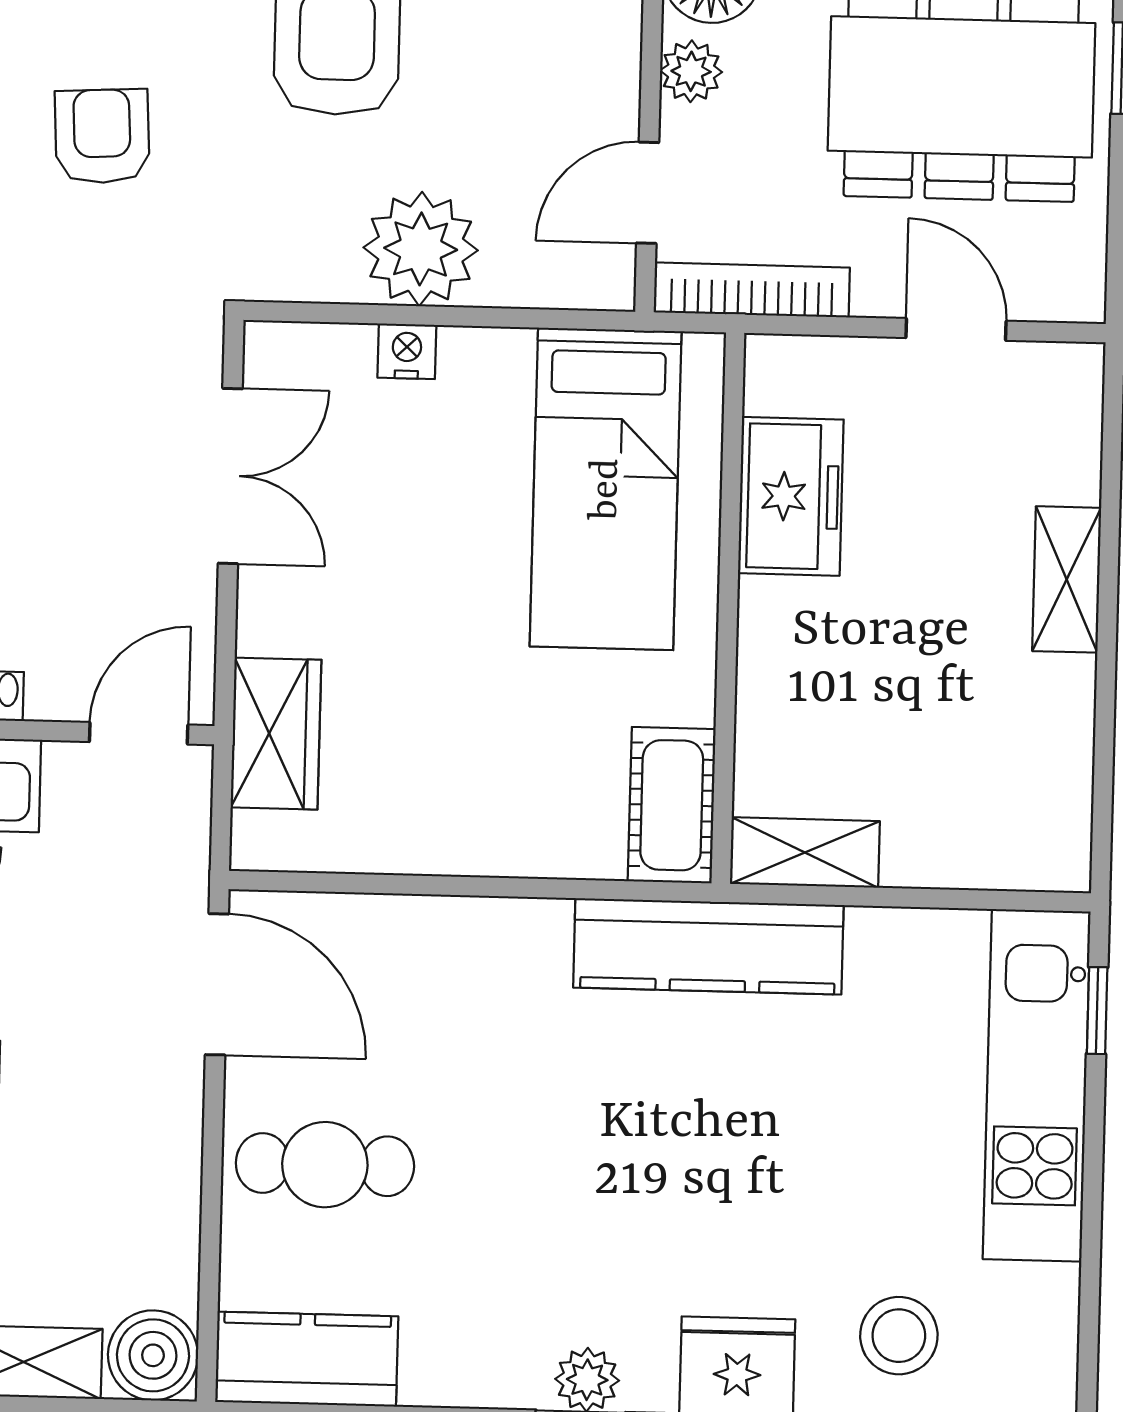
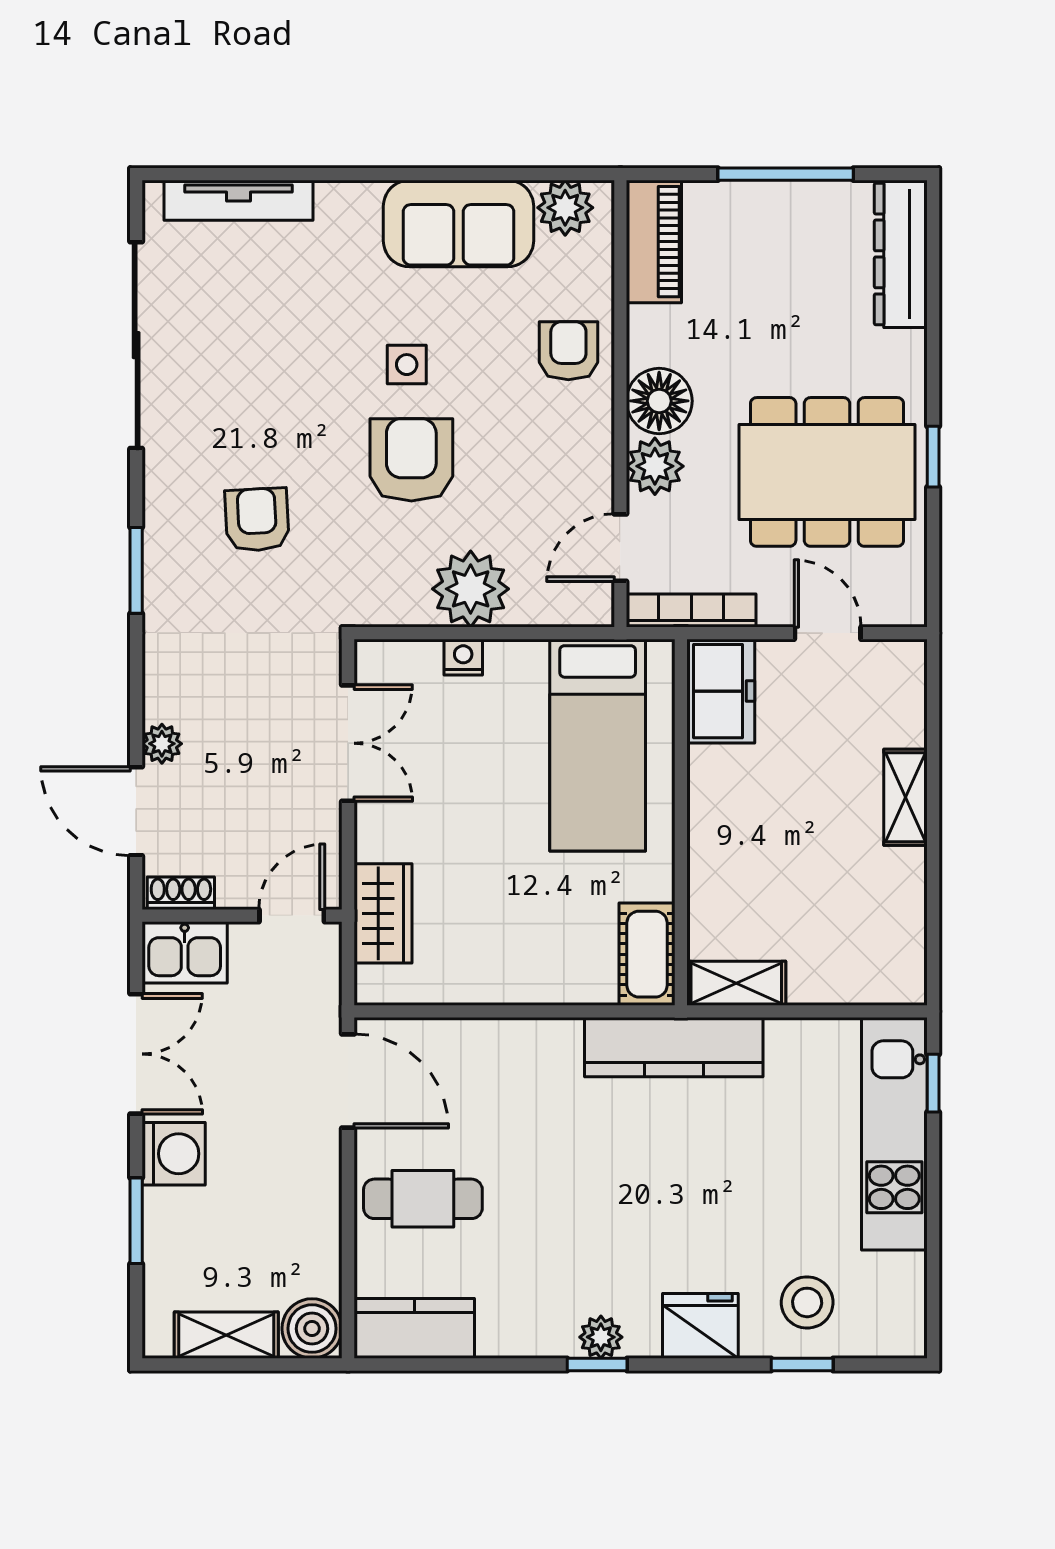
plant: (691, 71) -> (655, 466), width x1.38, depth x1.38
freezer: (791, 496) -> (721, 691), moved

